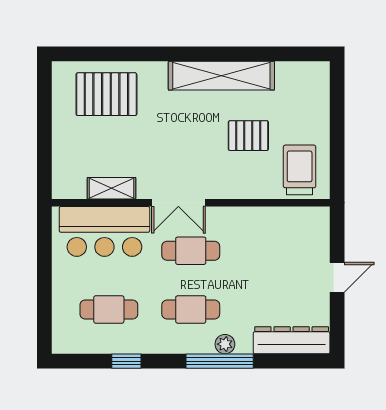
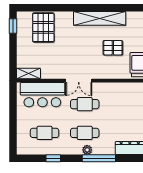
window: (44, 91) -> (13, 26), added
pallet: (106, 94) -> (43, 27), turned 90
shelving: (112, 188) -> (28, 74), moved
plant: (225, 344) -> (87, 150), moved

